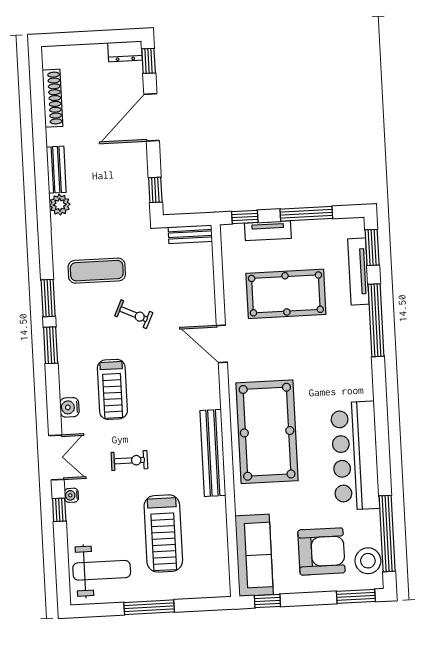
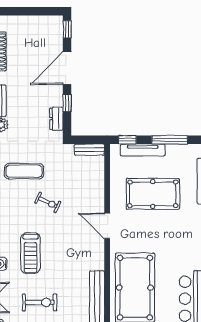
dresser: (125, 51) -> (56, 119), moved, turned 90
window: (155, 190) -> (67, 103), moved
tv unit: (268, 231) -> (143, 150), width x1.41
exercise bike: (129, 461) -> (40, 302), width x1.38, depth x1.39

